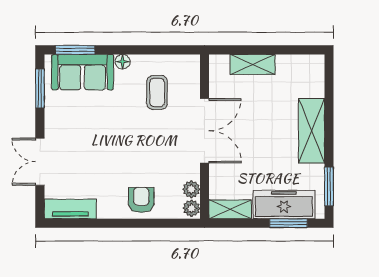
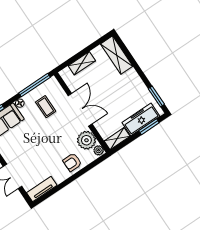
window: (162, 50) -> (35, 85), added
shelving: (312, 131) -> (117, 55), moved
plant: (191, 189) -> (86, 140), width x1.87, depth x1.87
armchair: (141, 200) -> (72, 162), turned -90

